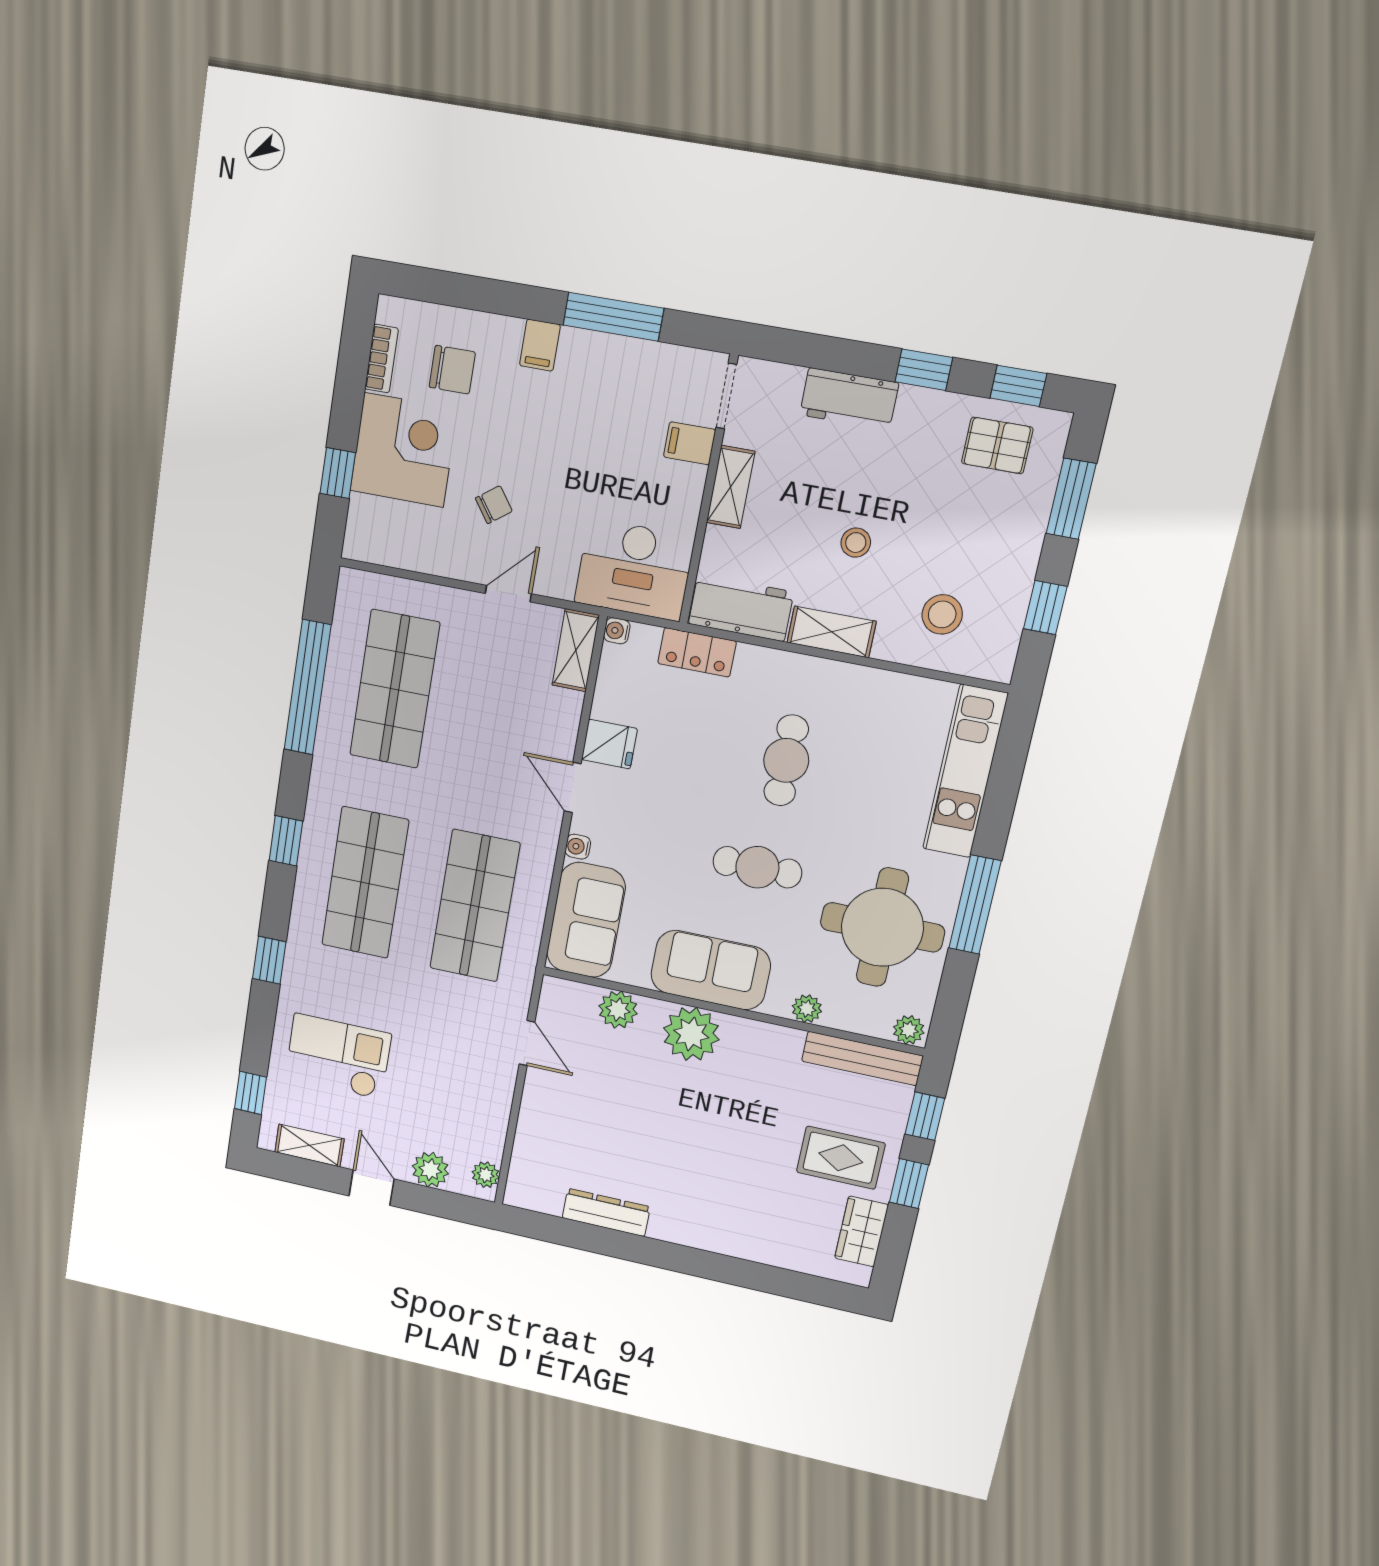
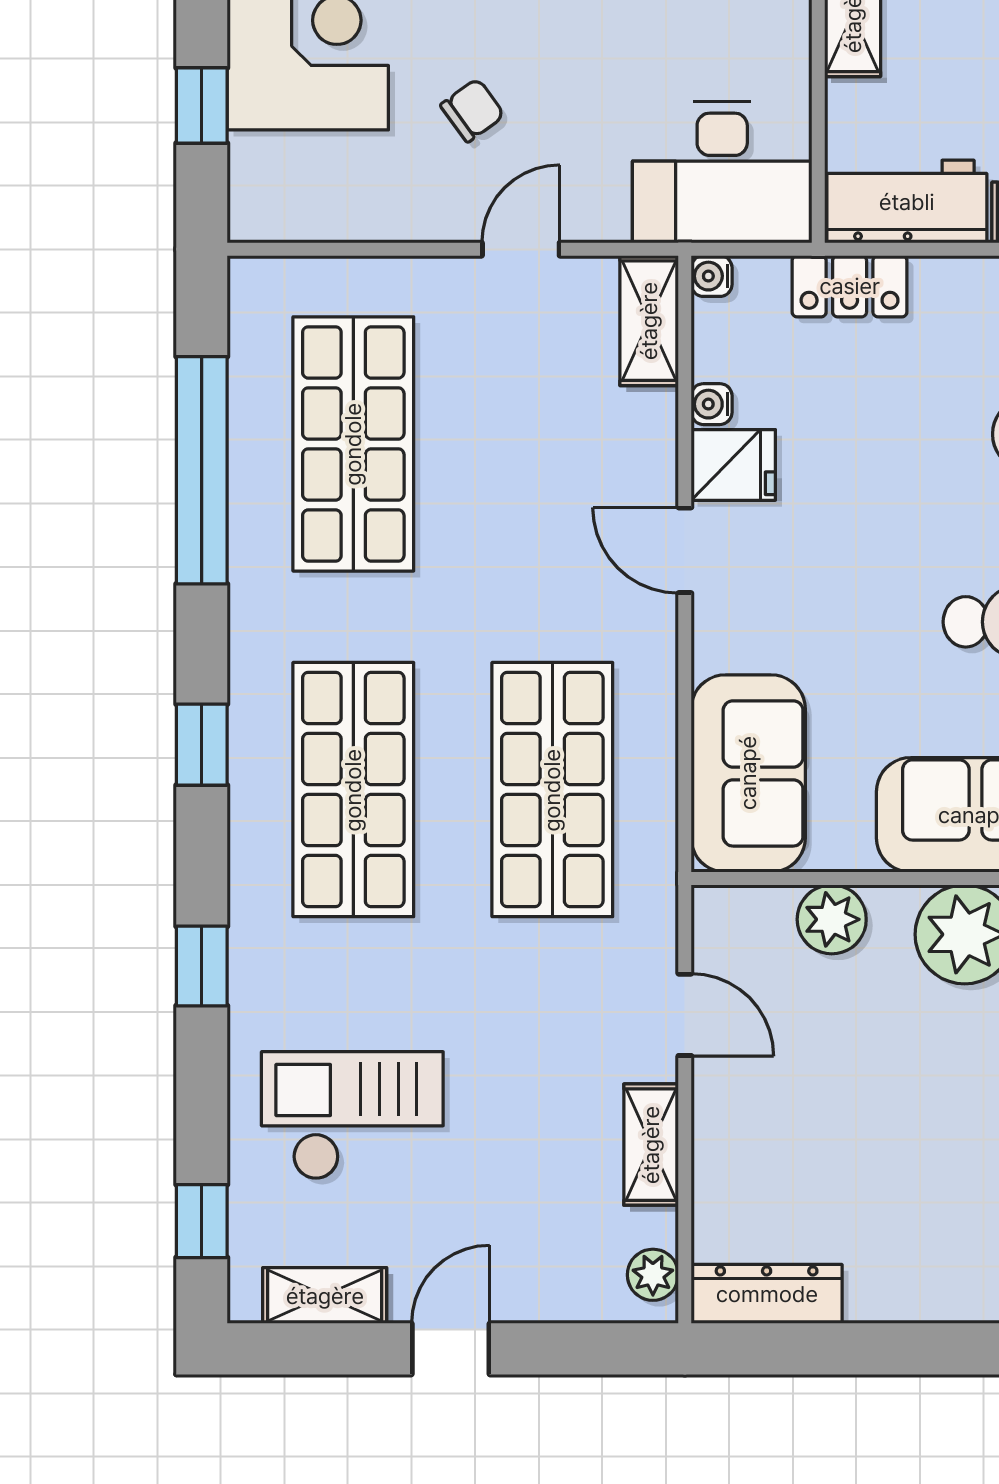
water cooler: (578, 847) -> (712, 404), moved
shelving: (496, 1107) -> (651, 1145), added
plant: (430, 1170) -> (552, 1289), removed
door: (372, 1188) -> (451, 1349), hinge flipped
dresser: (606, 1212) -> (767, 1294), moved

